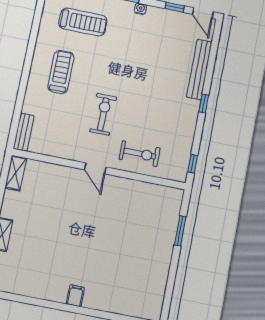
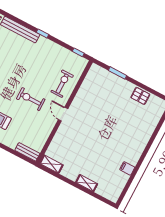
door: (95, 168) -> (63, 114), swing flipped
pallet: (157, 276) -> (140, 96), added
filing cabinet: (75, 296) -> (127, 168), moved

